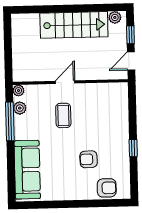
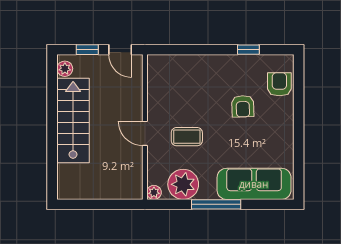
plant: (20, 108) -> (183, 184), width x1.87, depth x1.87
window: (10, 121) -> (216, 204), moved
window: (133, 148) -> (248, 50), moved

